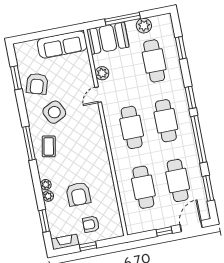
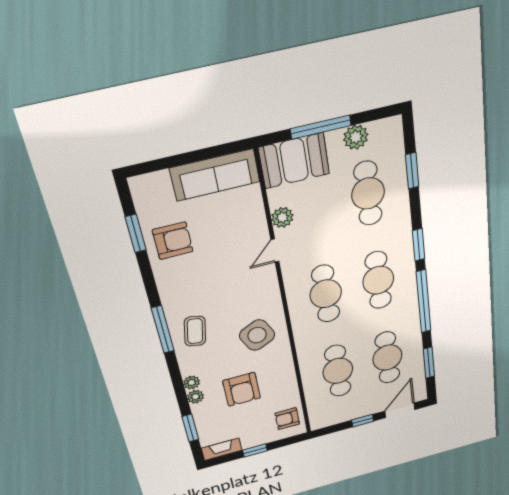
armchair: (37, 84) -> (173, 241), turned -107
side table: (54, 112) -> (257, 335), moved
armchair: (91, 224) -> (287, 419), moved

